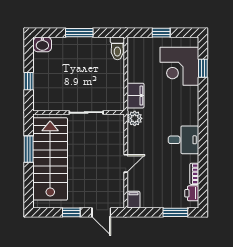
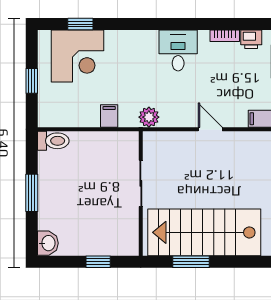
filing cabinet: (136, 96) -> (109, 116), width x0.50

